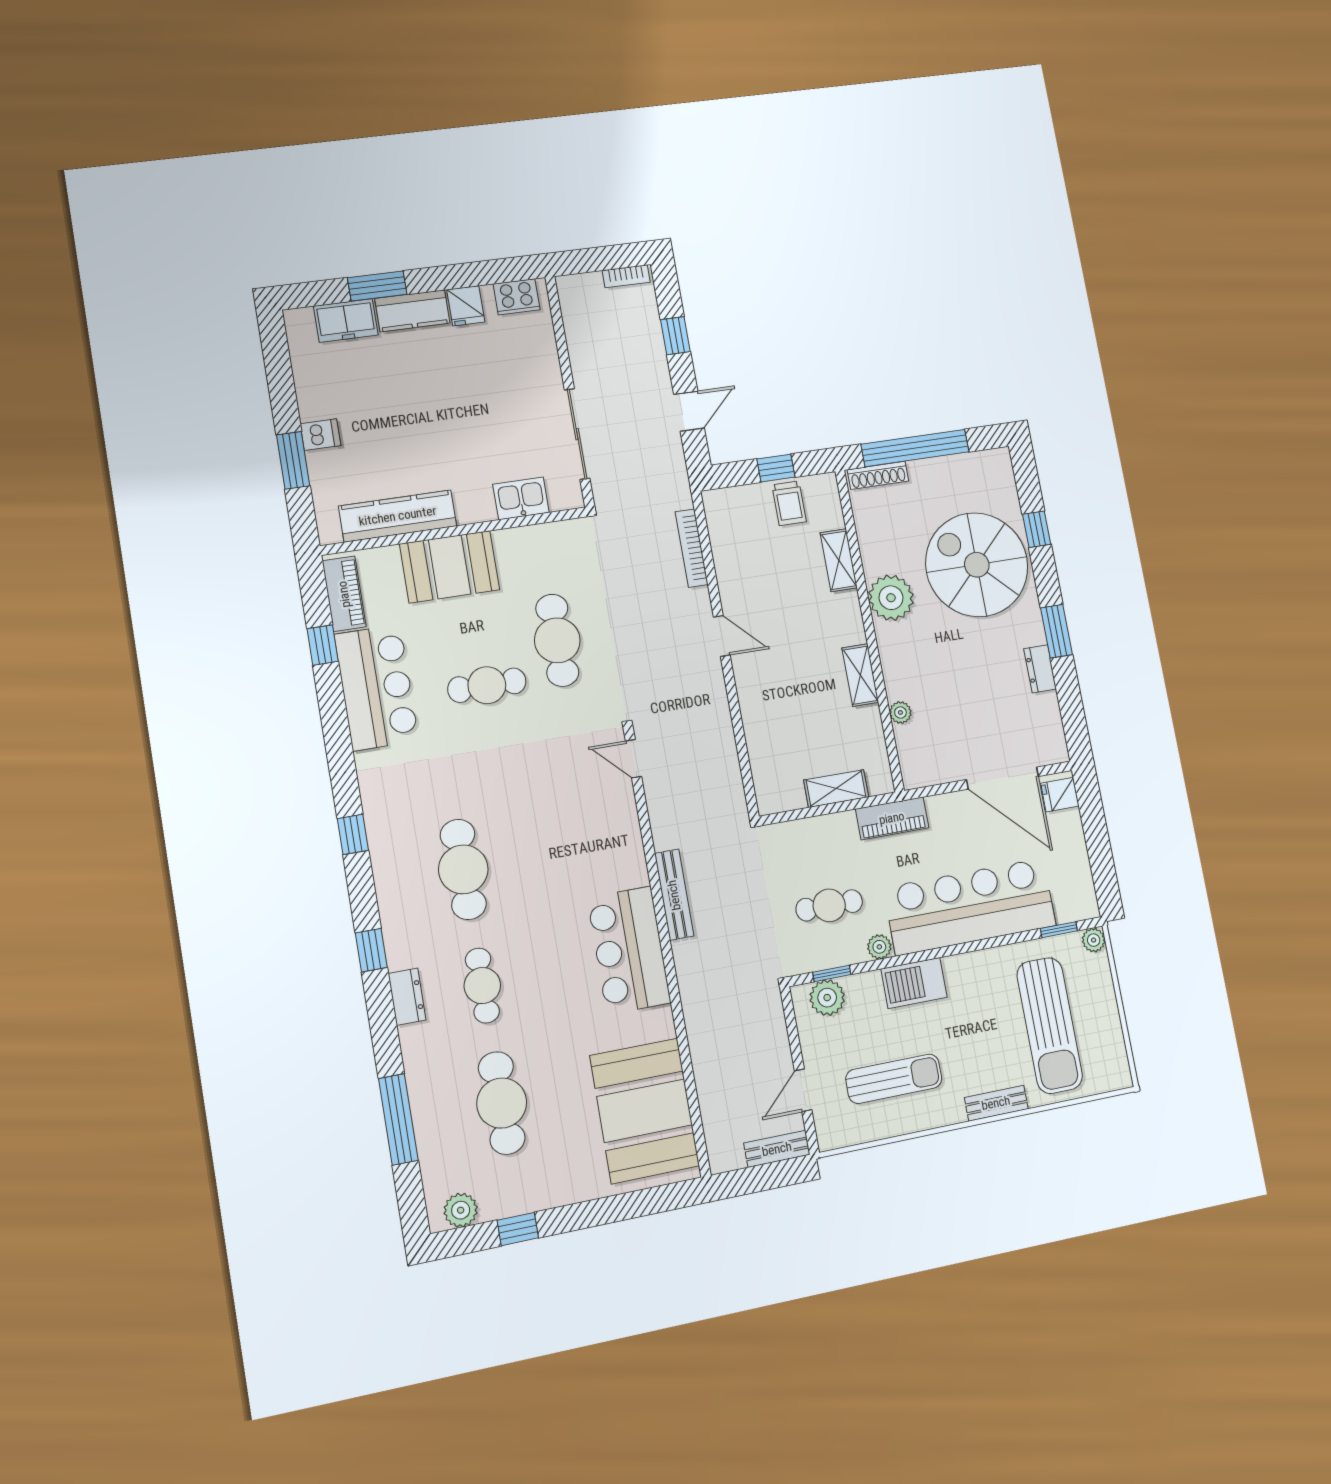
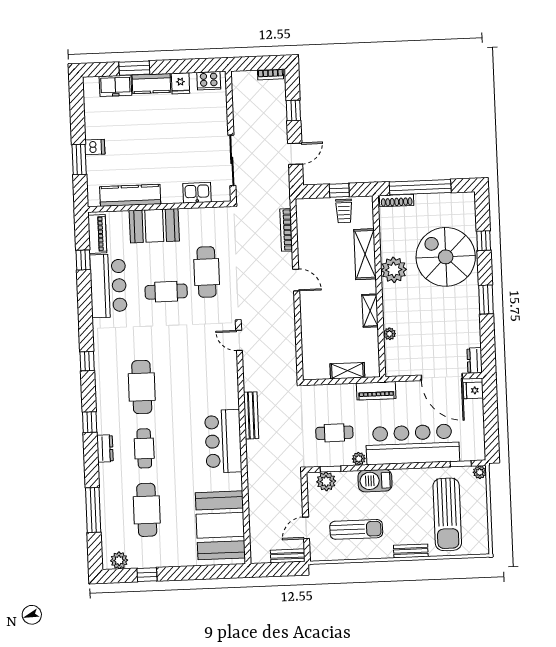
shelving: (839, 560) -> (365, 254), width x1.50, depth x1.33
dresser: (1040, 669) -> (475, 360), moved

